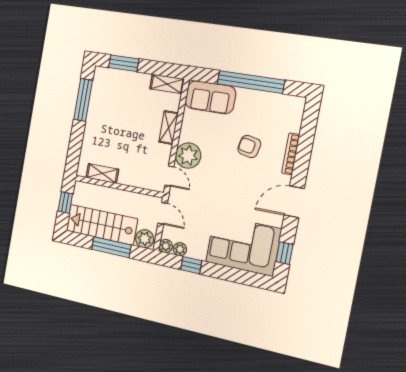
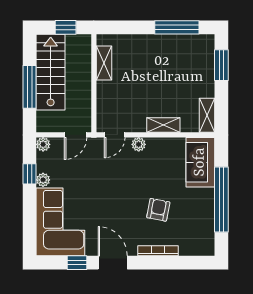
plant: (188, 156) -> (139, 144), width x0.53, depth x0.53
plant: (145, 239) -> (46, 121), removed
plant: (180, 249) -> (43, 180), moved
window: (284, 253) -> (77, 263), moved

